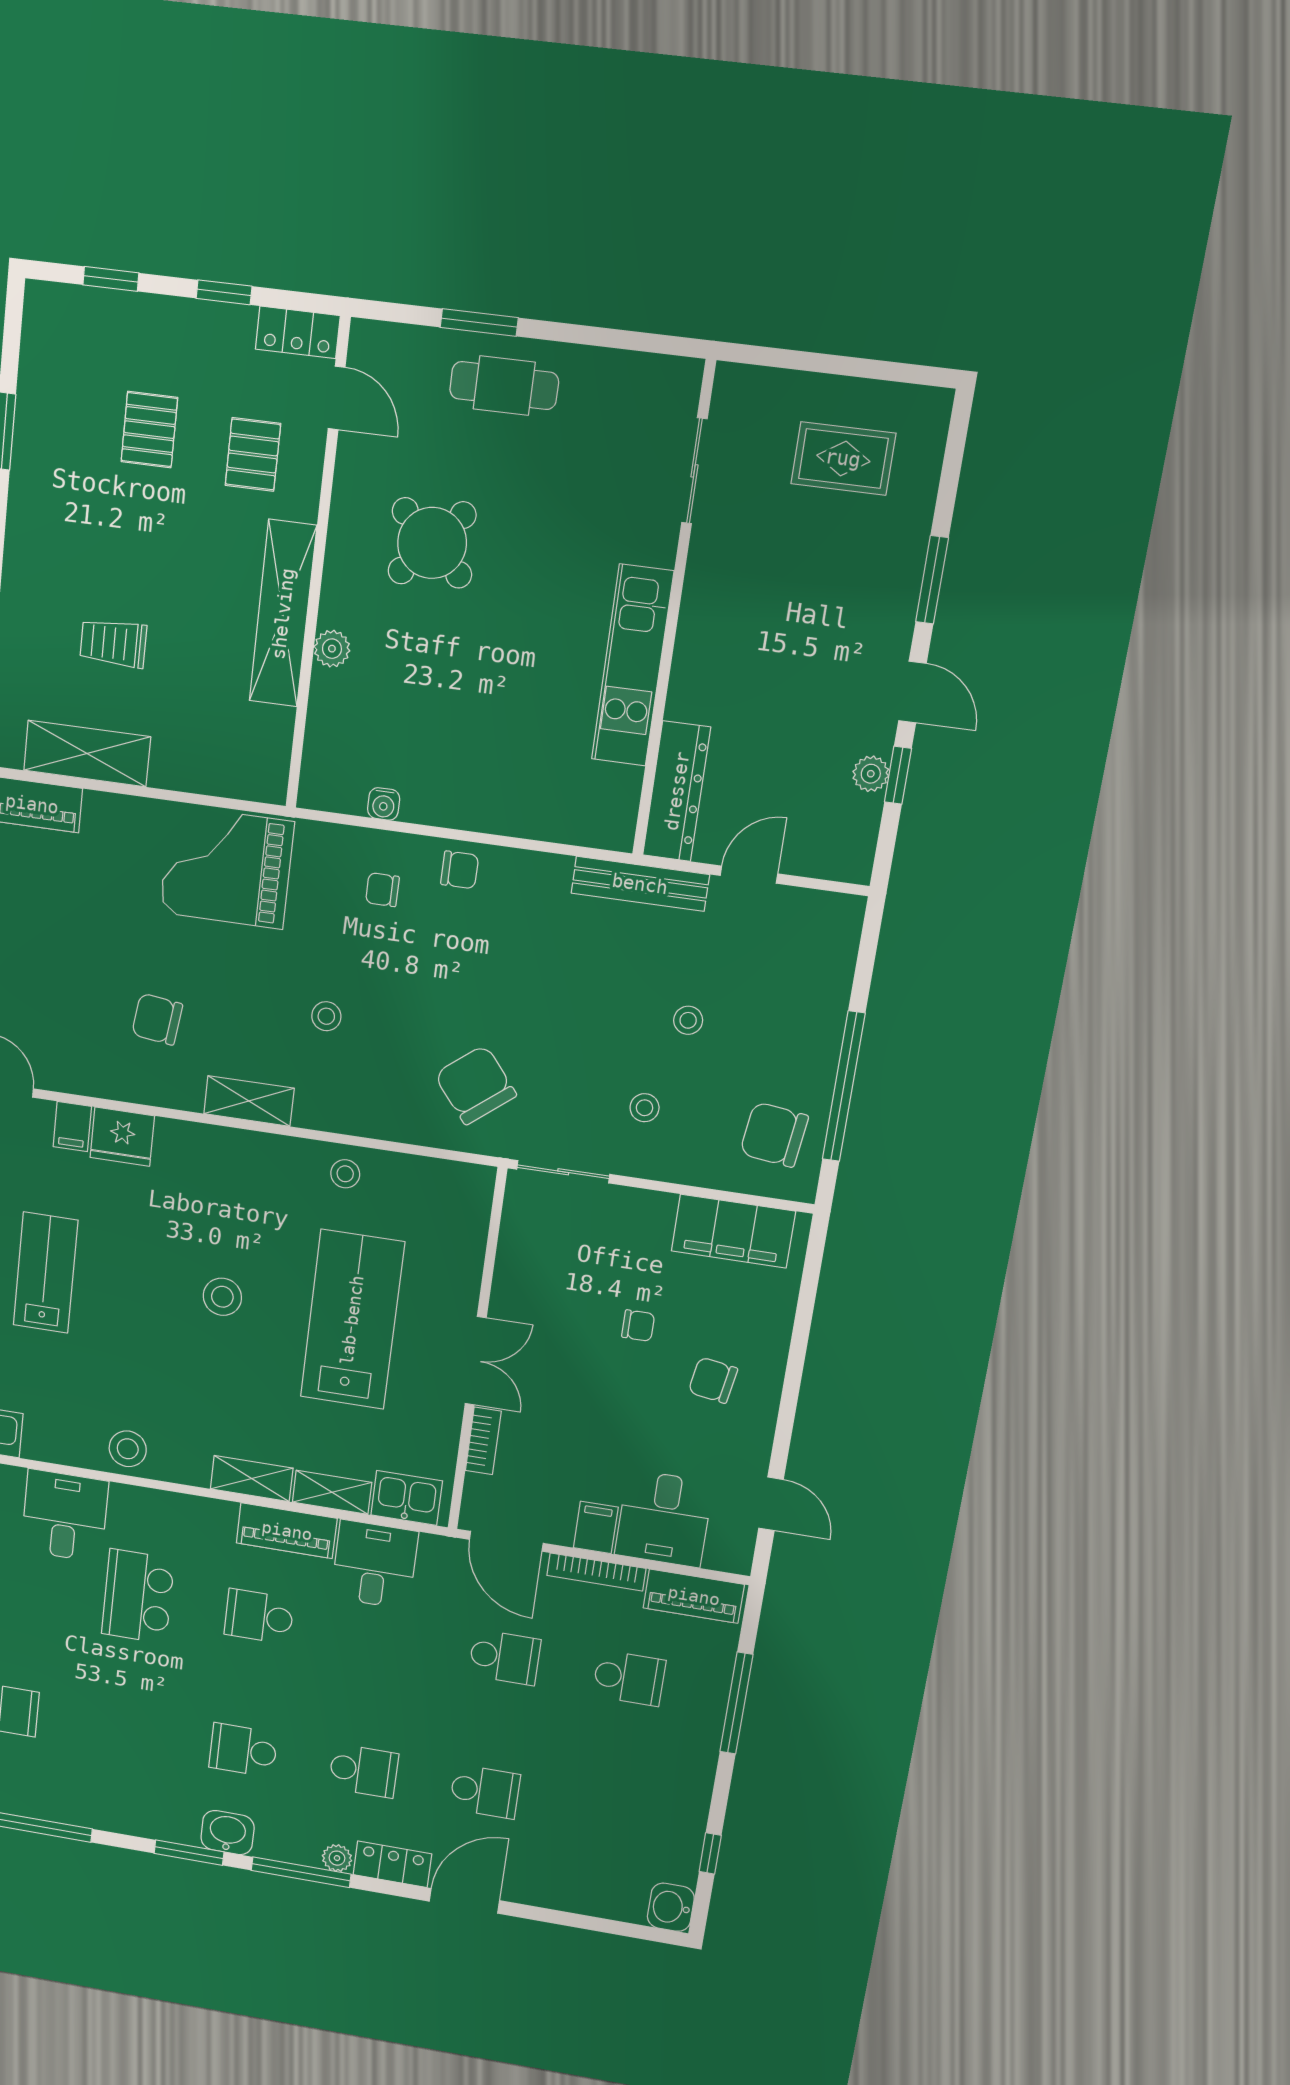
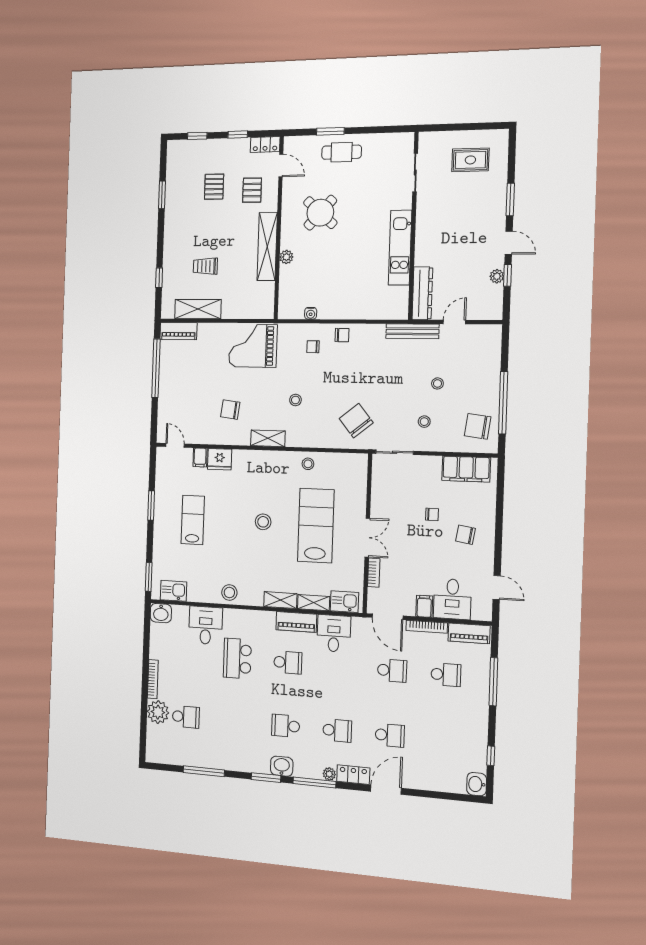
school desk: (259, 1616) -> (288, 662), turned 180

